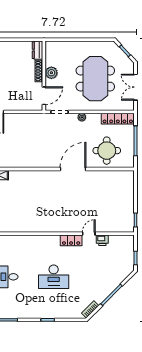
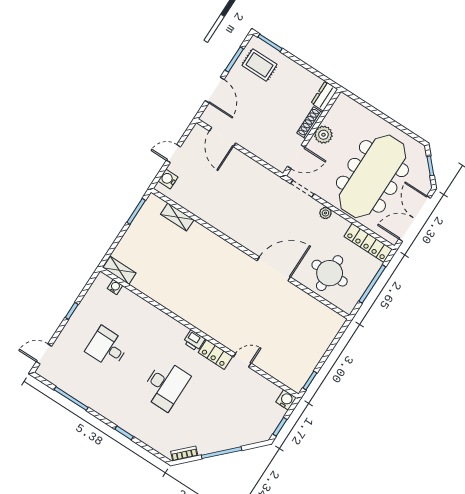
meeting table: (95, 79) -> (372, 176), width x1.36
double door: (136, 87) -> (415, 219), width x1.37
printer: (102, 240) -> (194, 341), moved
water cooler: (129, 240) -> (286, 400), added
desk: (54, 277) -> (165, 385), turned -90

